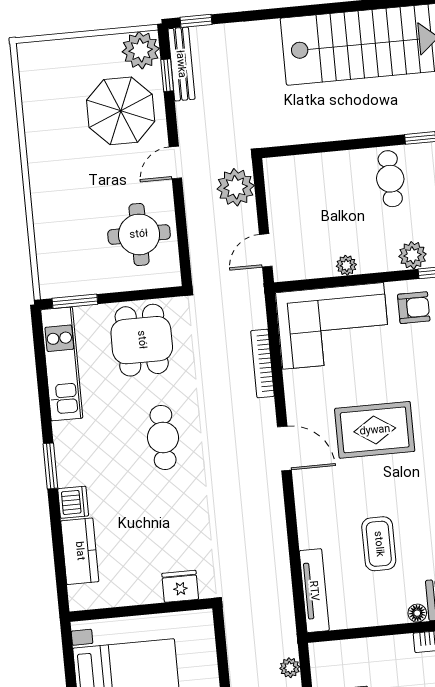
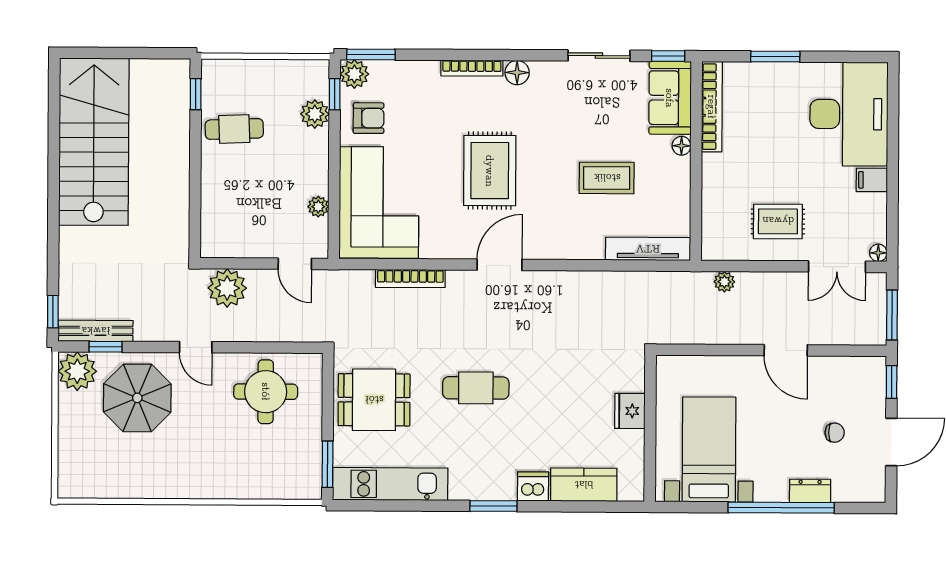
plant: (346, 265) -> (318, 207), moved
armchair: (414, 308) -> (369, 118), turned 90
fridge: (180, 586) -> (630, 411), moved

